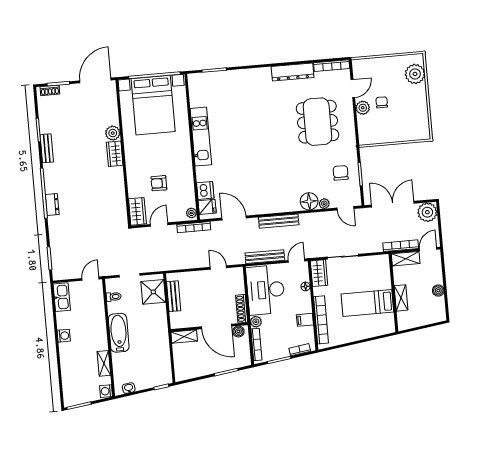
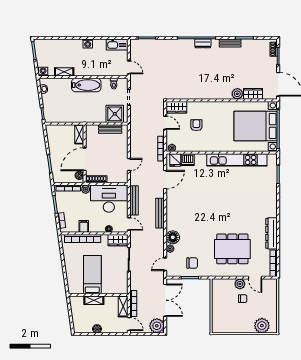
kitchen unit: (201, 137) -> (237, 160), width x1.36
wardrobe: (115, 154) -> (253, 94), moved
dresser: (52, 204) -> (203, 43), moved

